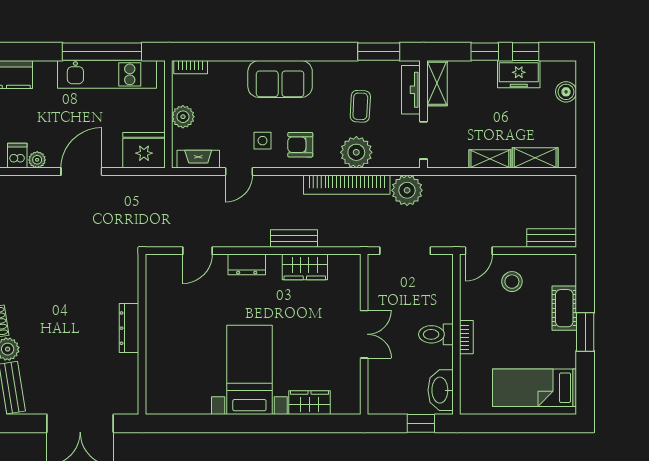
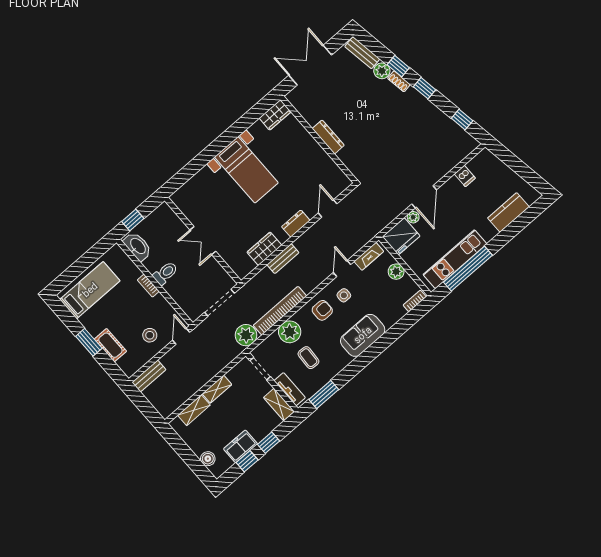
plant: (37, 160) -> (413, 217), moved
wardrobe: (310, 403) -> (275, 115), moved

